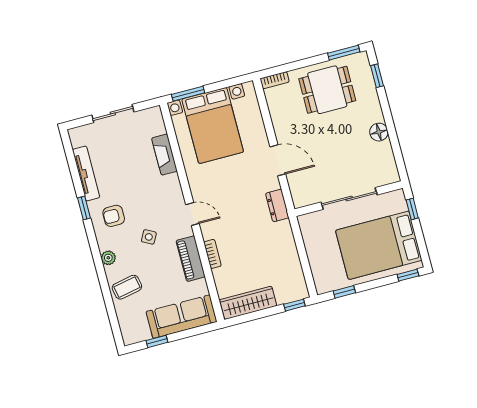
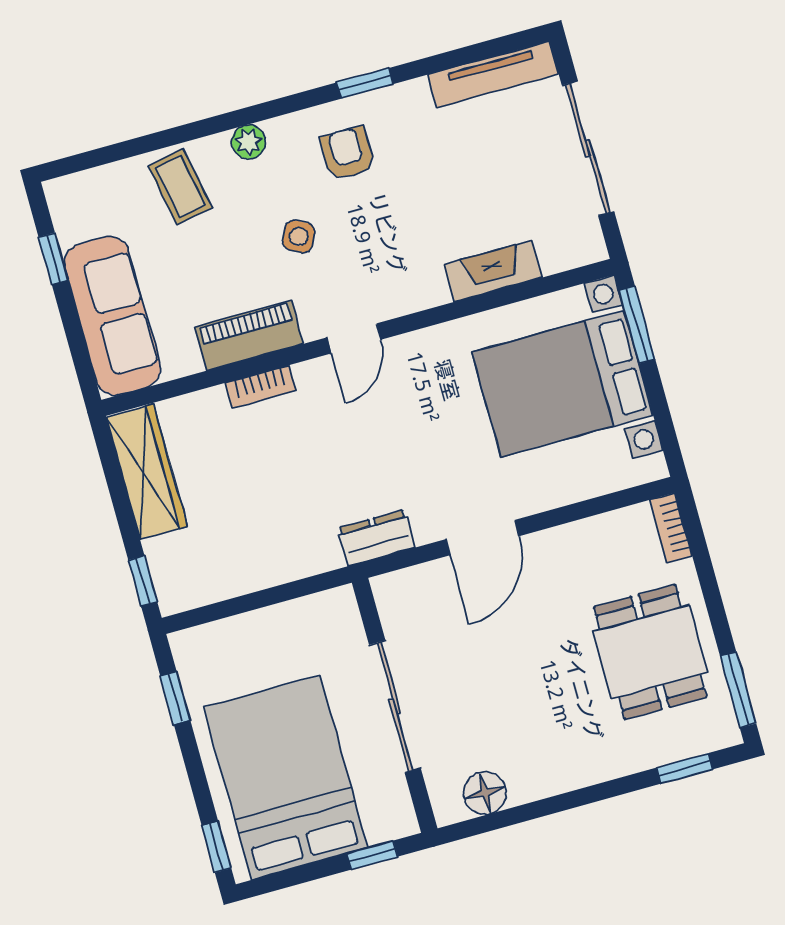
sliding door: (113, 114) -> (588, 148), width x1.37
floor lamp: (379, 132) -> (485, 793), moved
tv unit: (86, 173) -> (493, 74), moved

